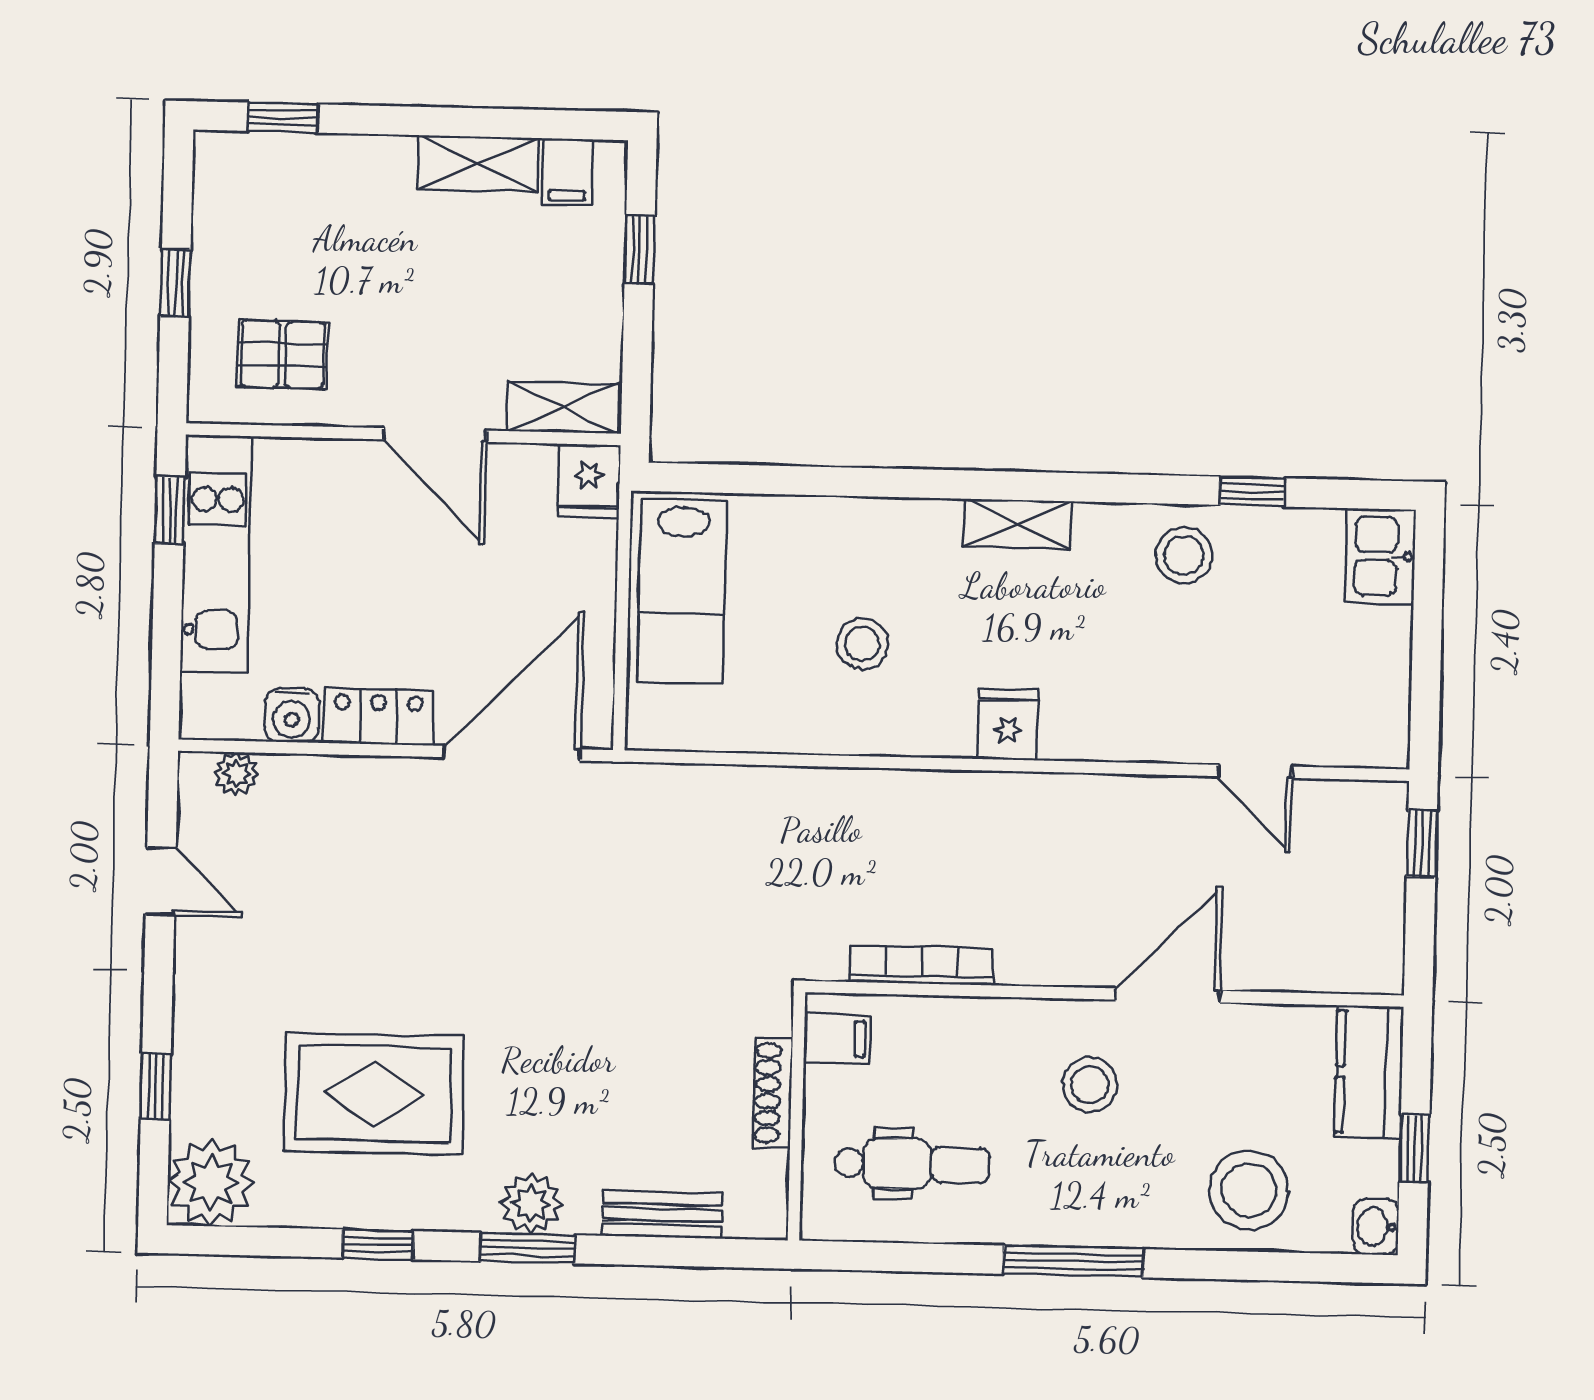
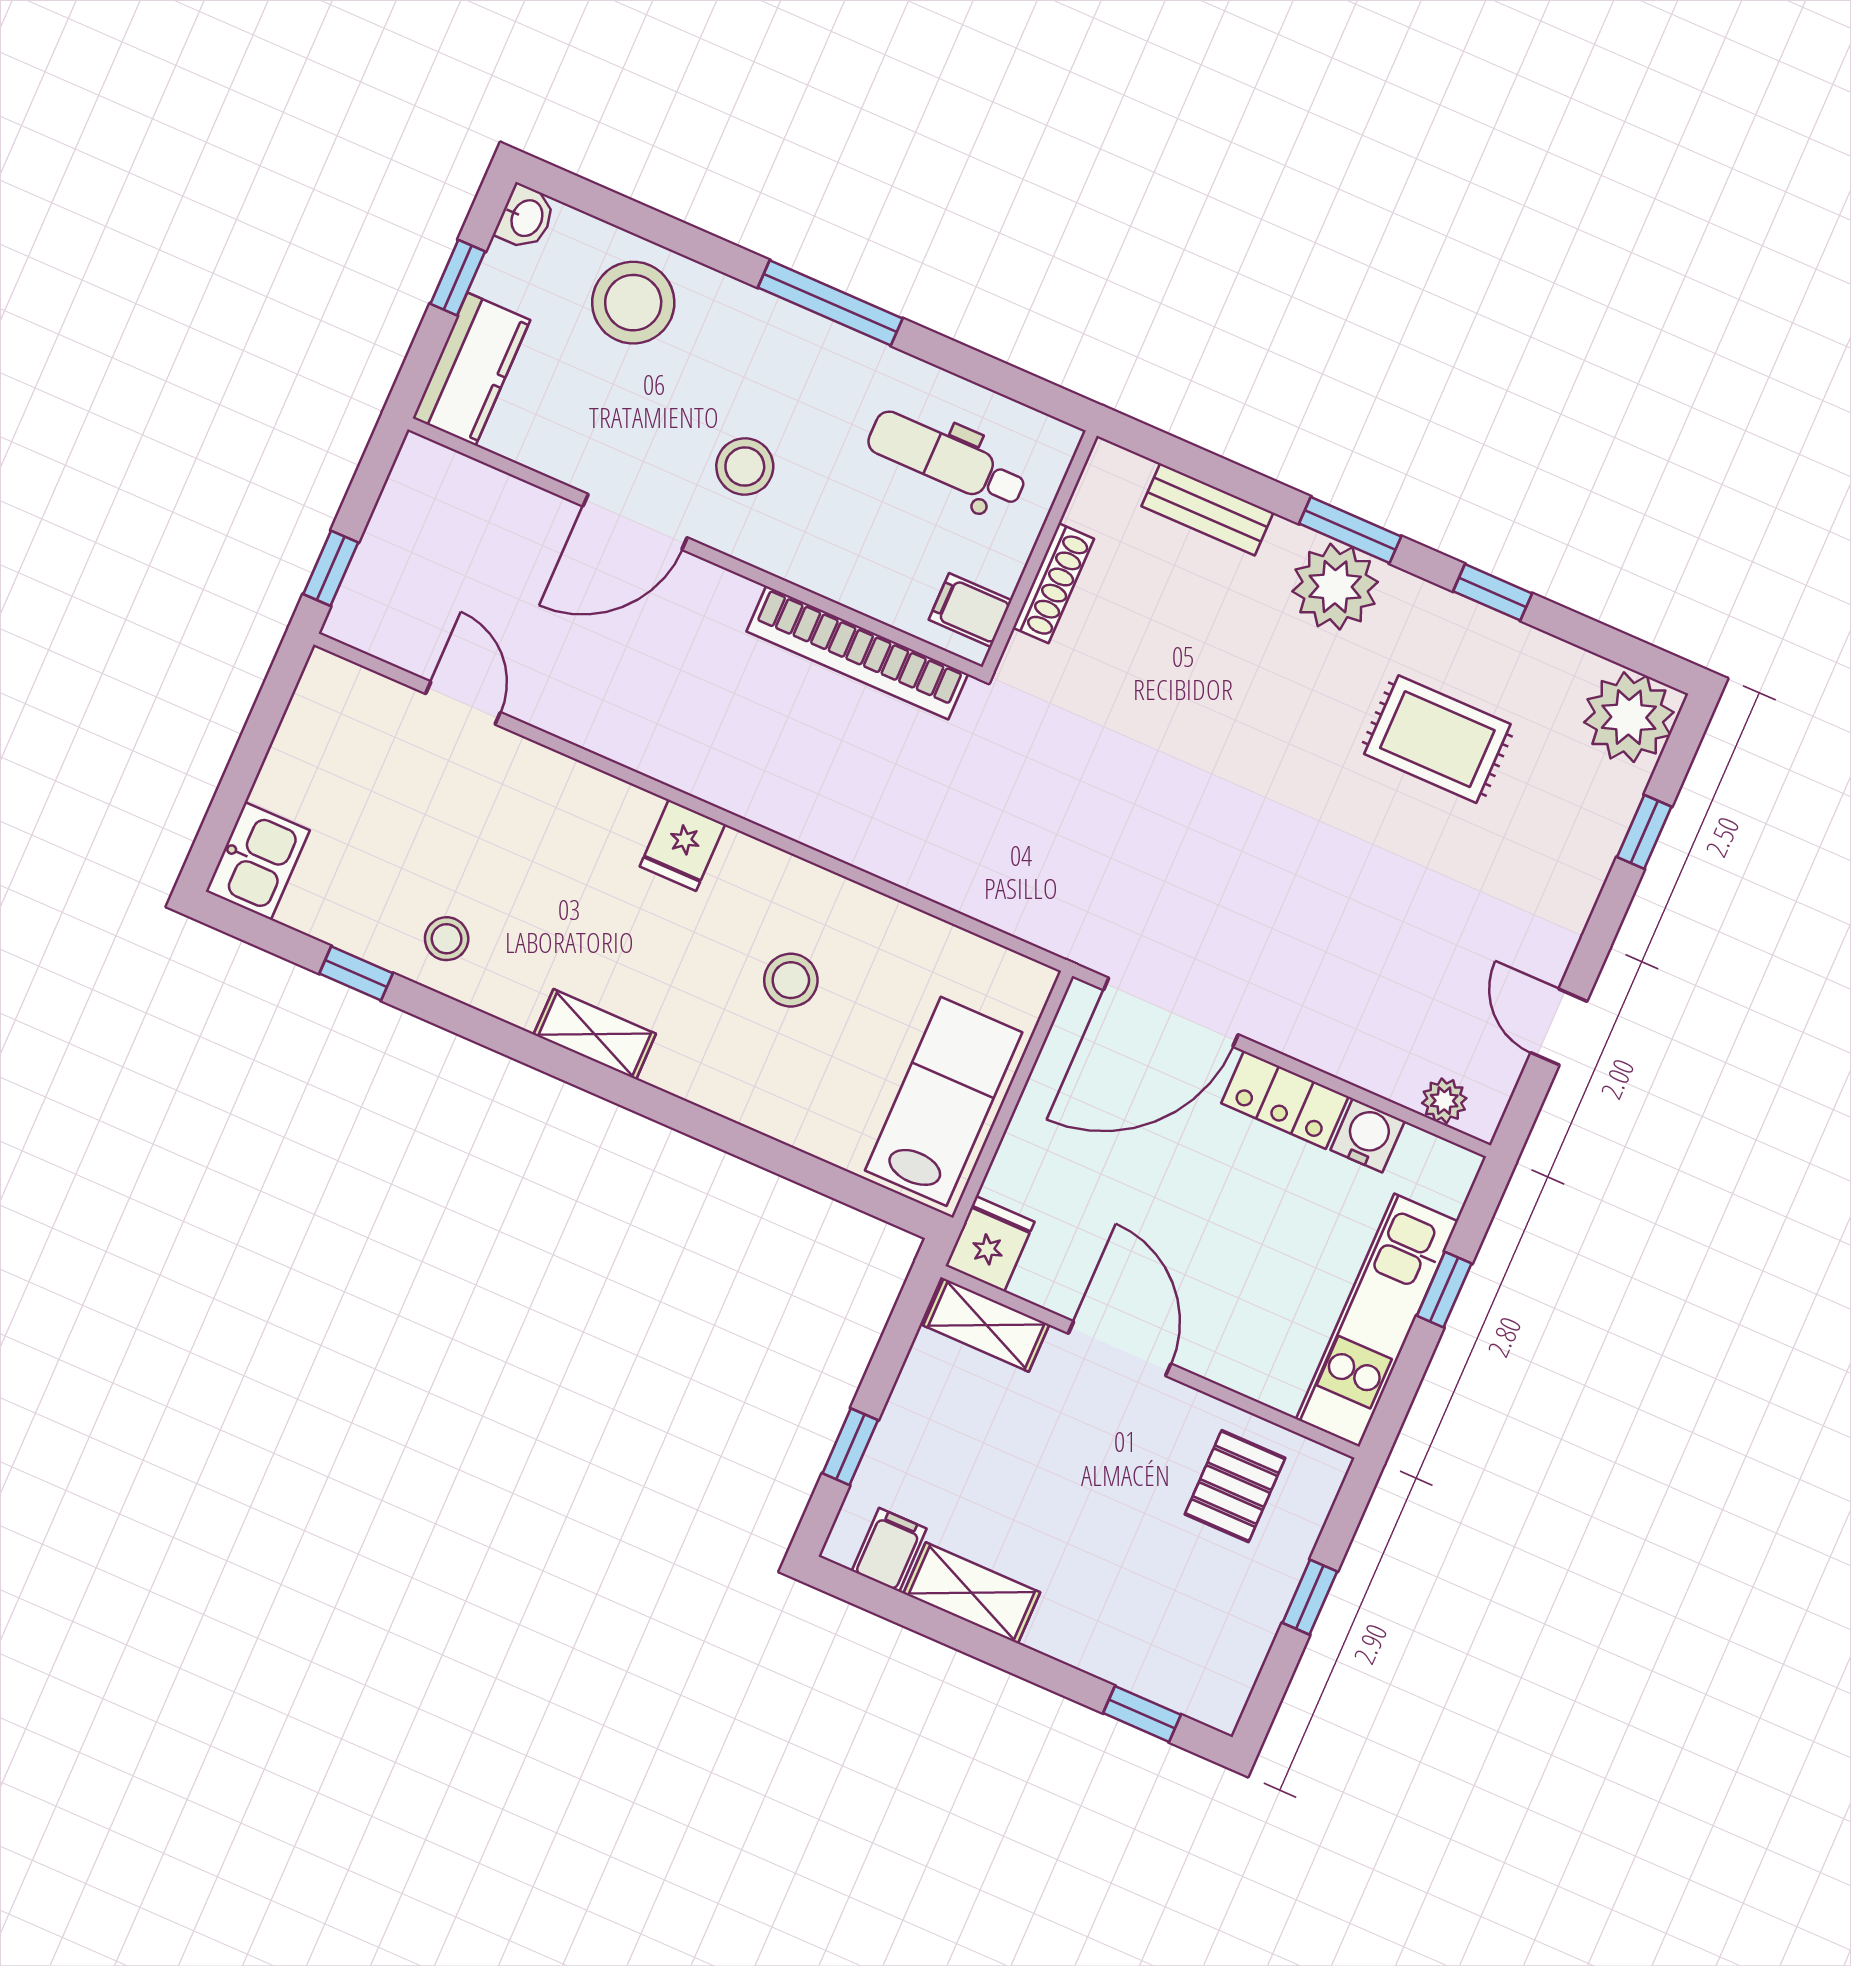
pallet: (282, 354) -> (1235, 1486), turned 90
window: (170, 510) -> (1444, 1290), moved
stool: (1184, 555) -> (447, 939), width x0.73, depth x0.73
bookcase: (922, 965) -> (857, 653), width x1.48, depth x1.31
rug: (374, 1094) -> (1437, 739), width x0.73, depth x0.70
plant: (531, 1204) -> (1335, 587), width x1.36, depth x1.36

